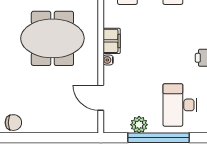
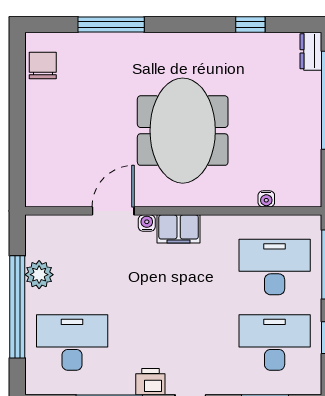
door: (101, 98) -> (113, 211), moved
chair: (13, 123) -> (43, 66), turned 180

